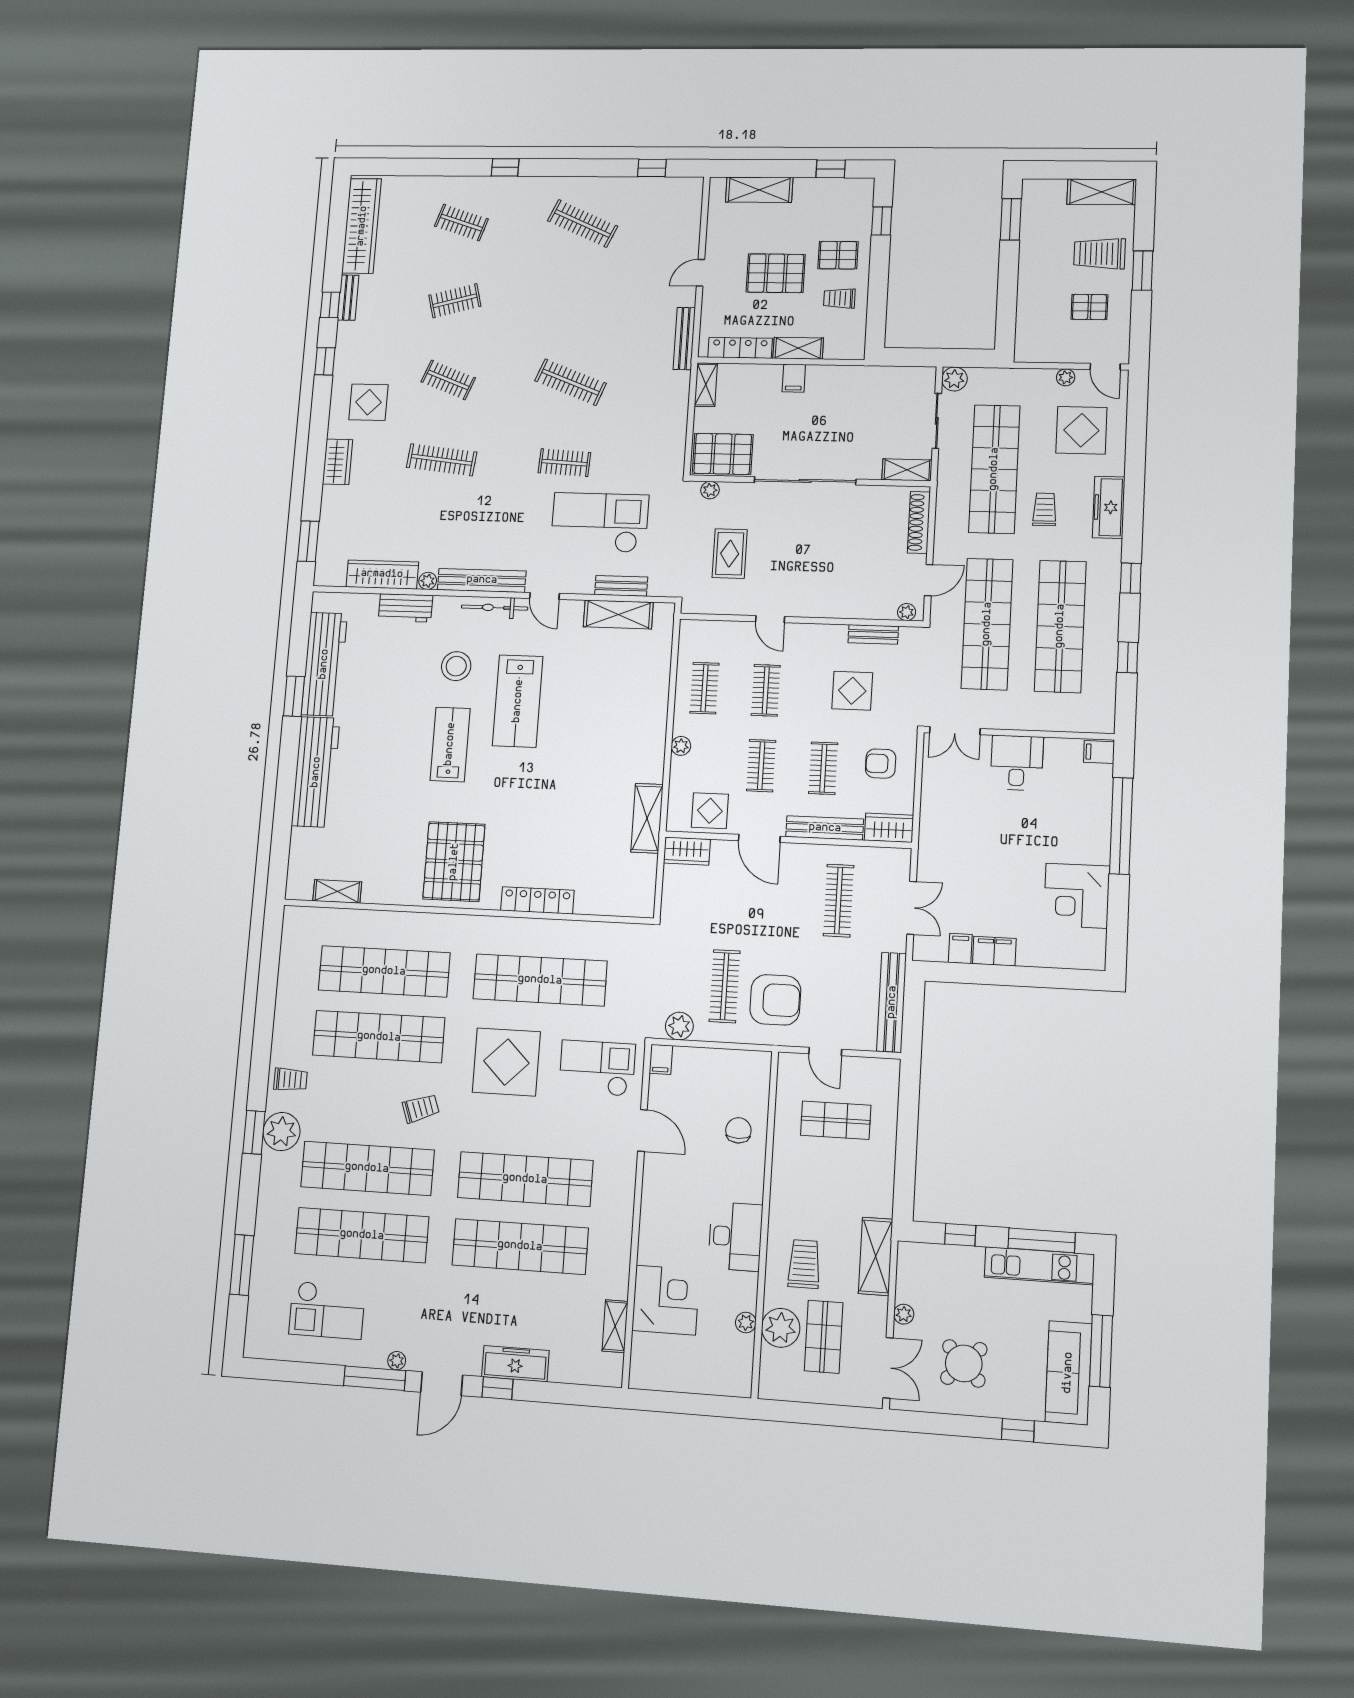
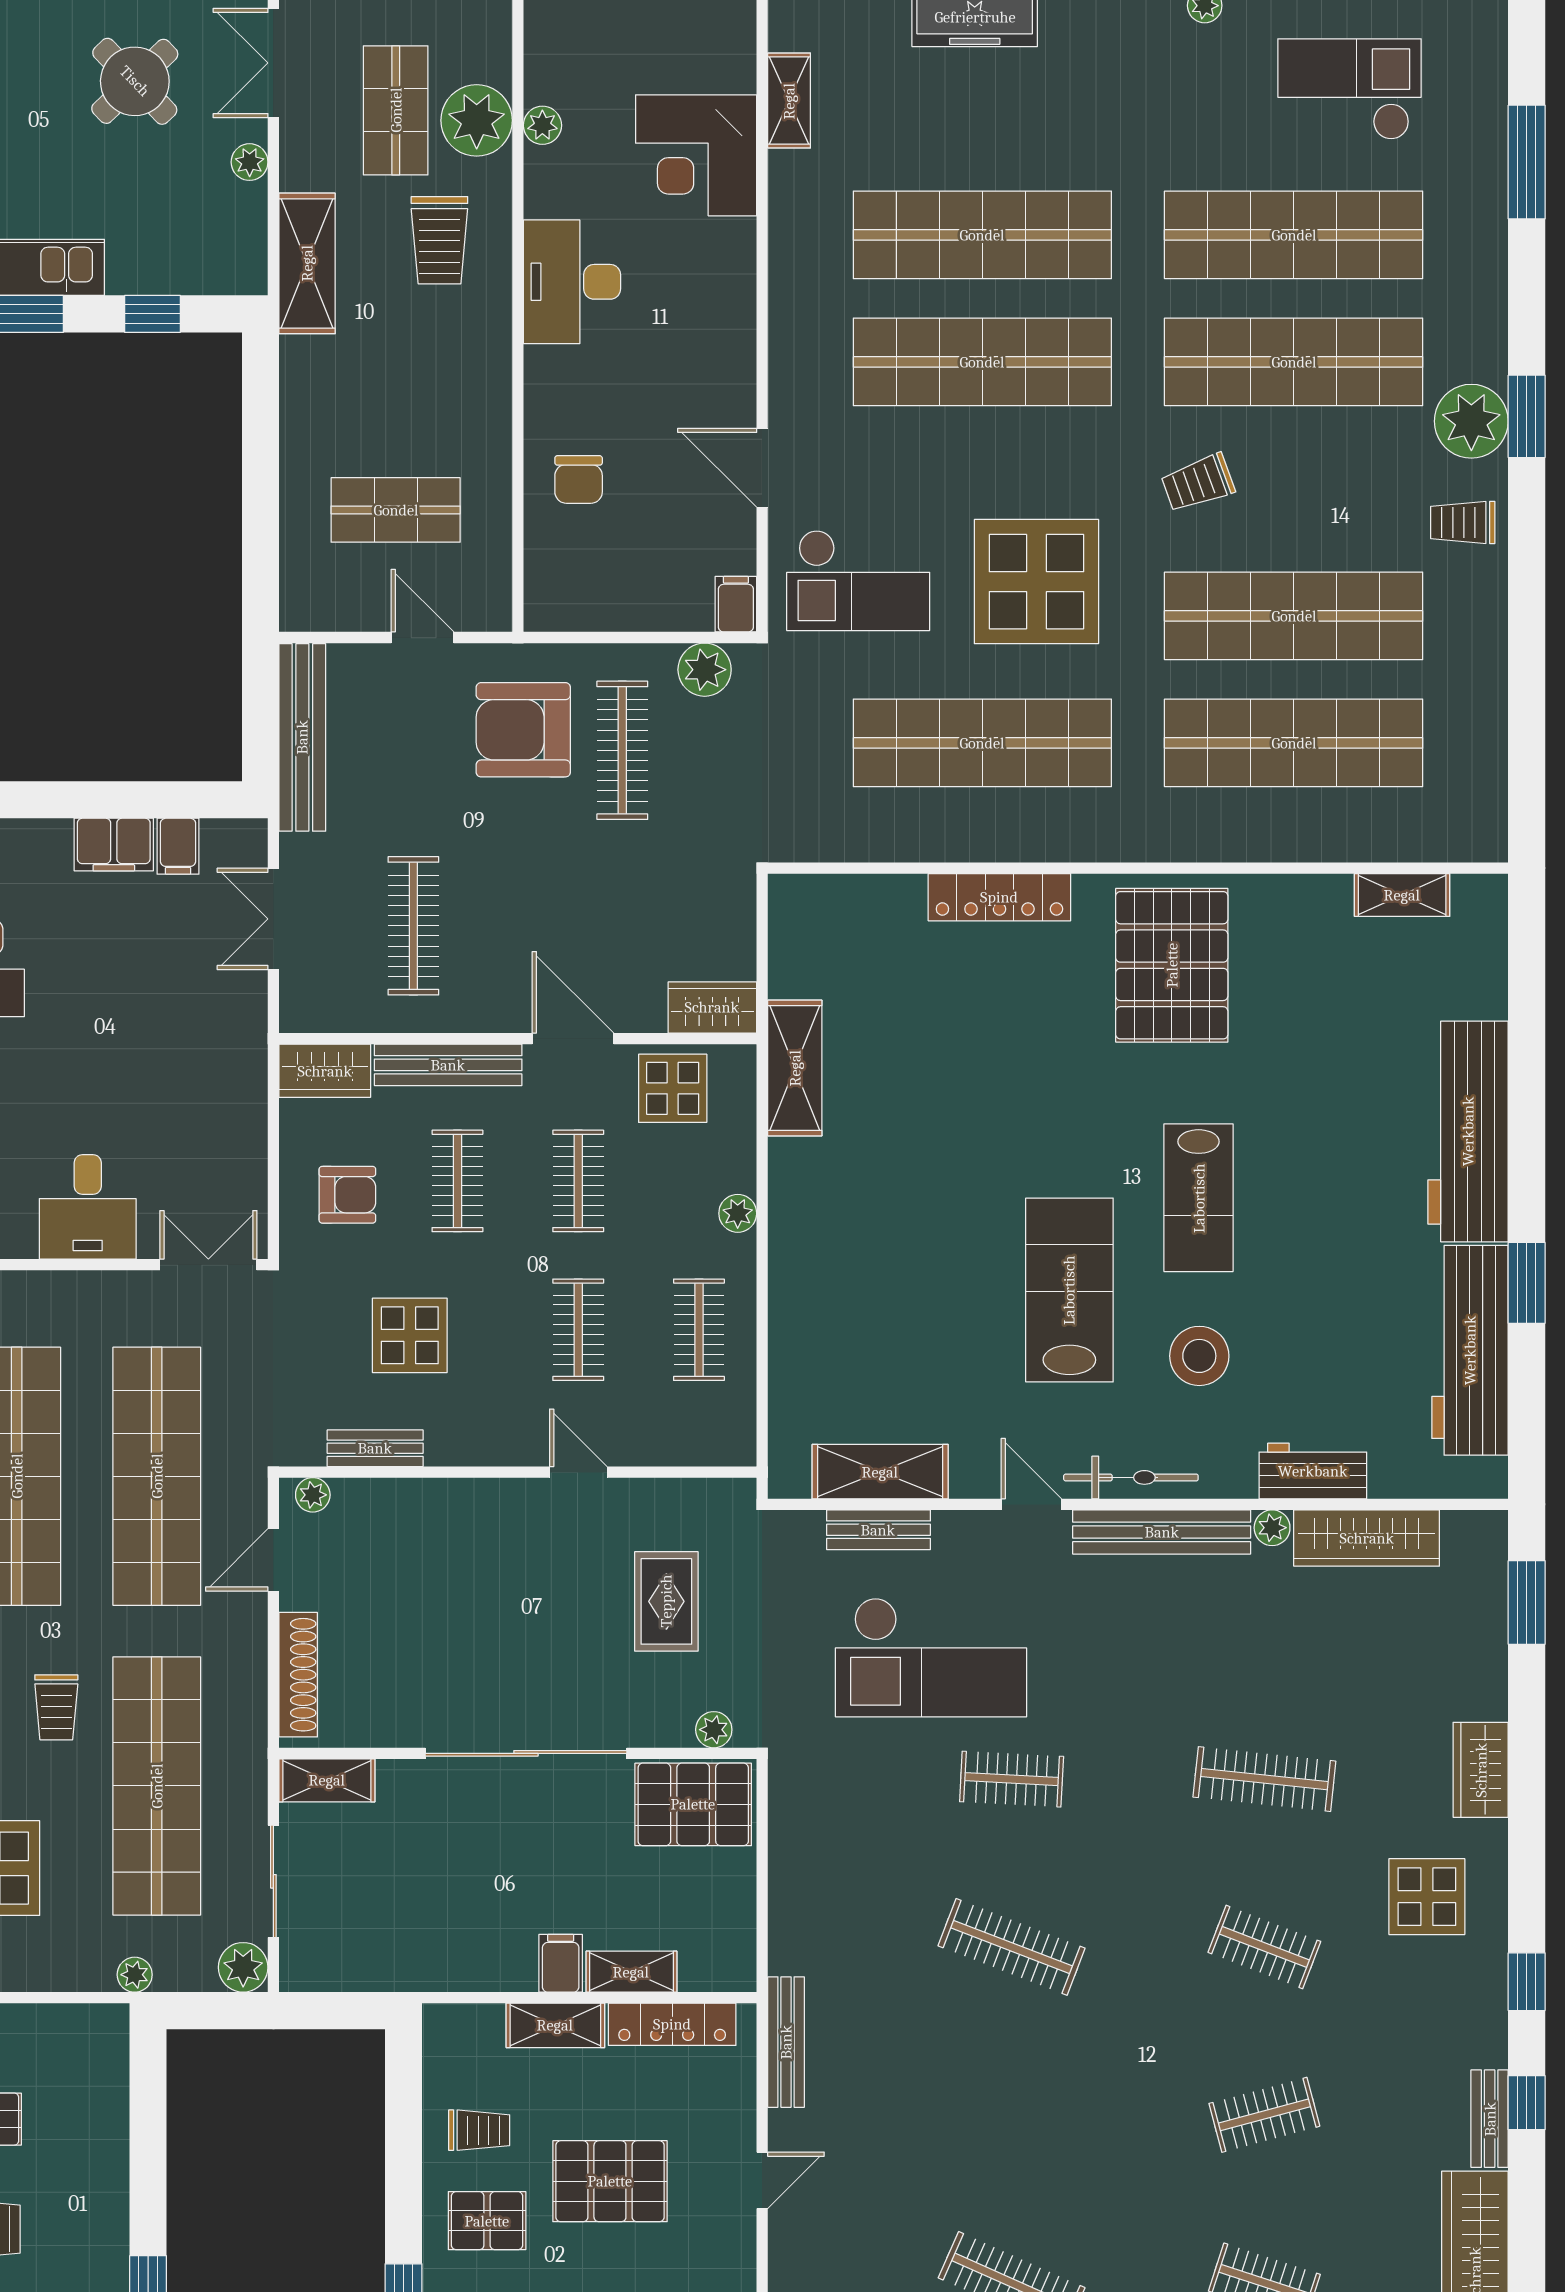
plant: (1066, 377) -> (135, 1975), moved
shelving: (706, 385) -> (631, 1972), moved, turned 90

